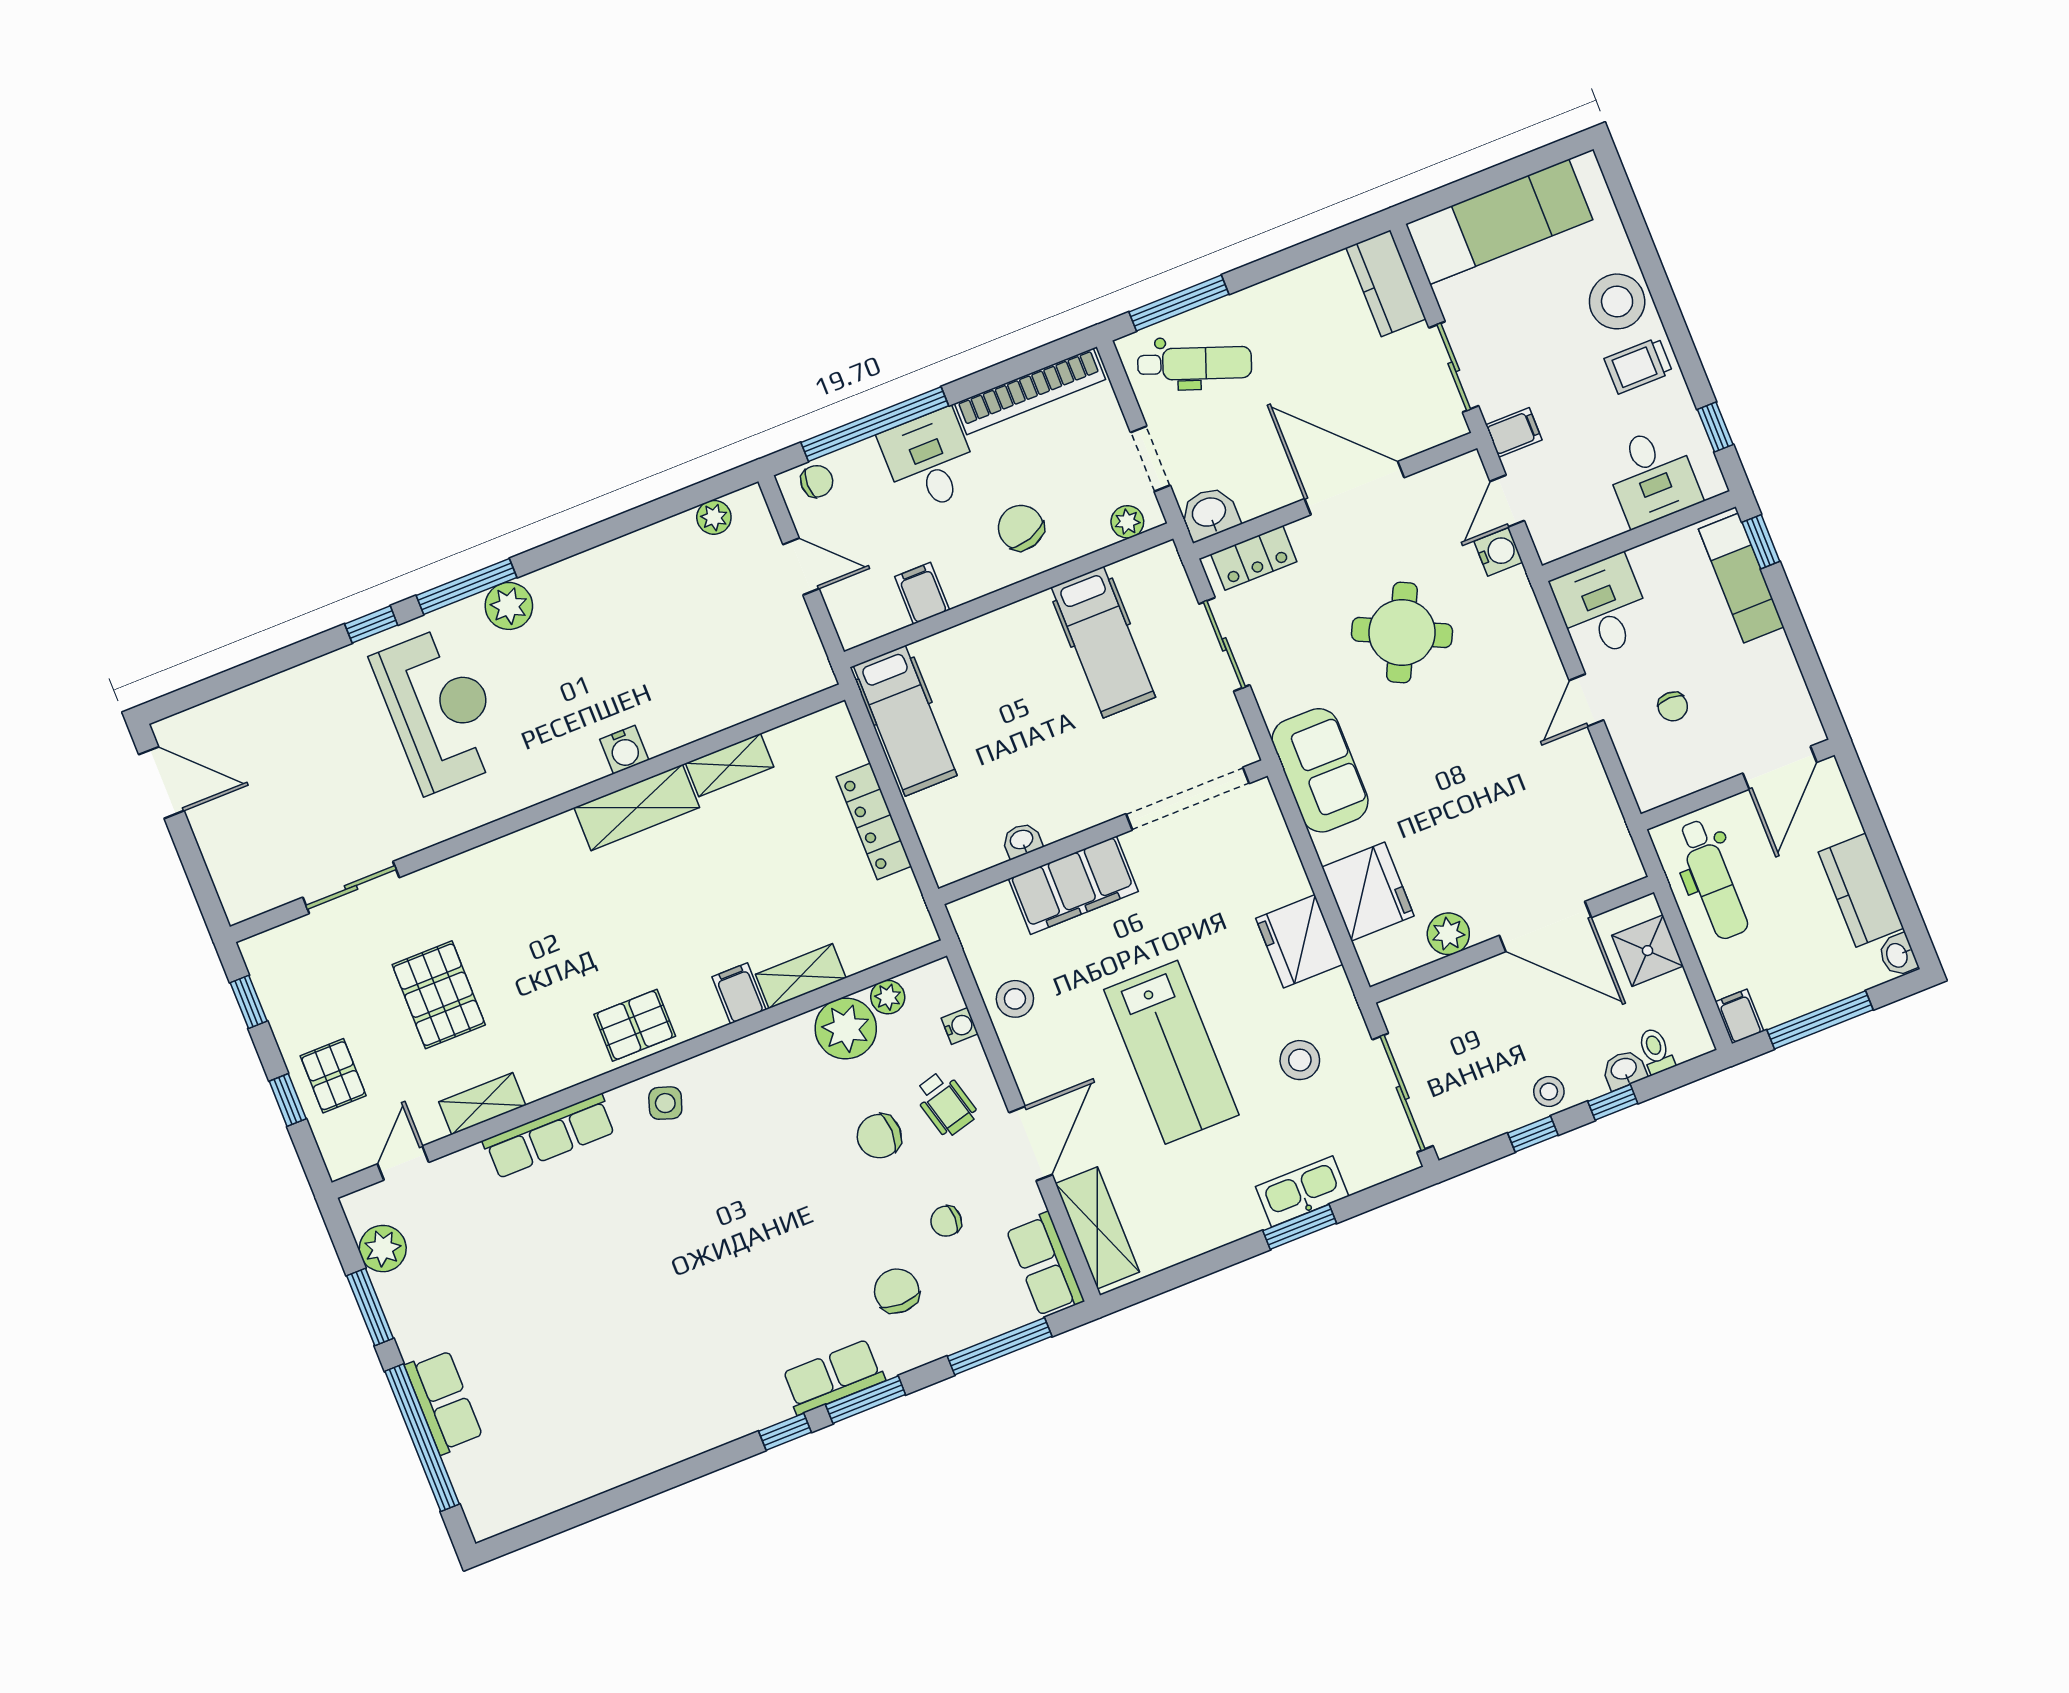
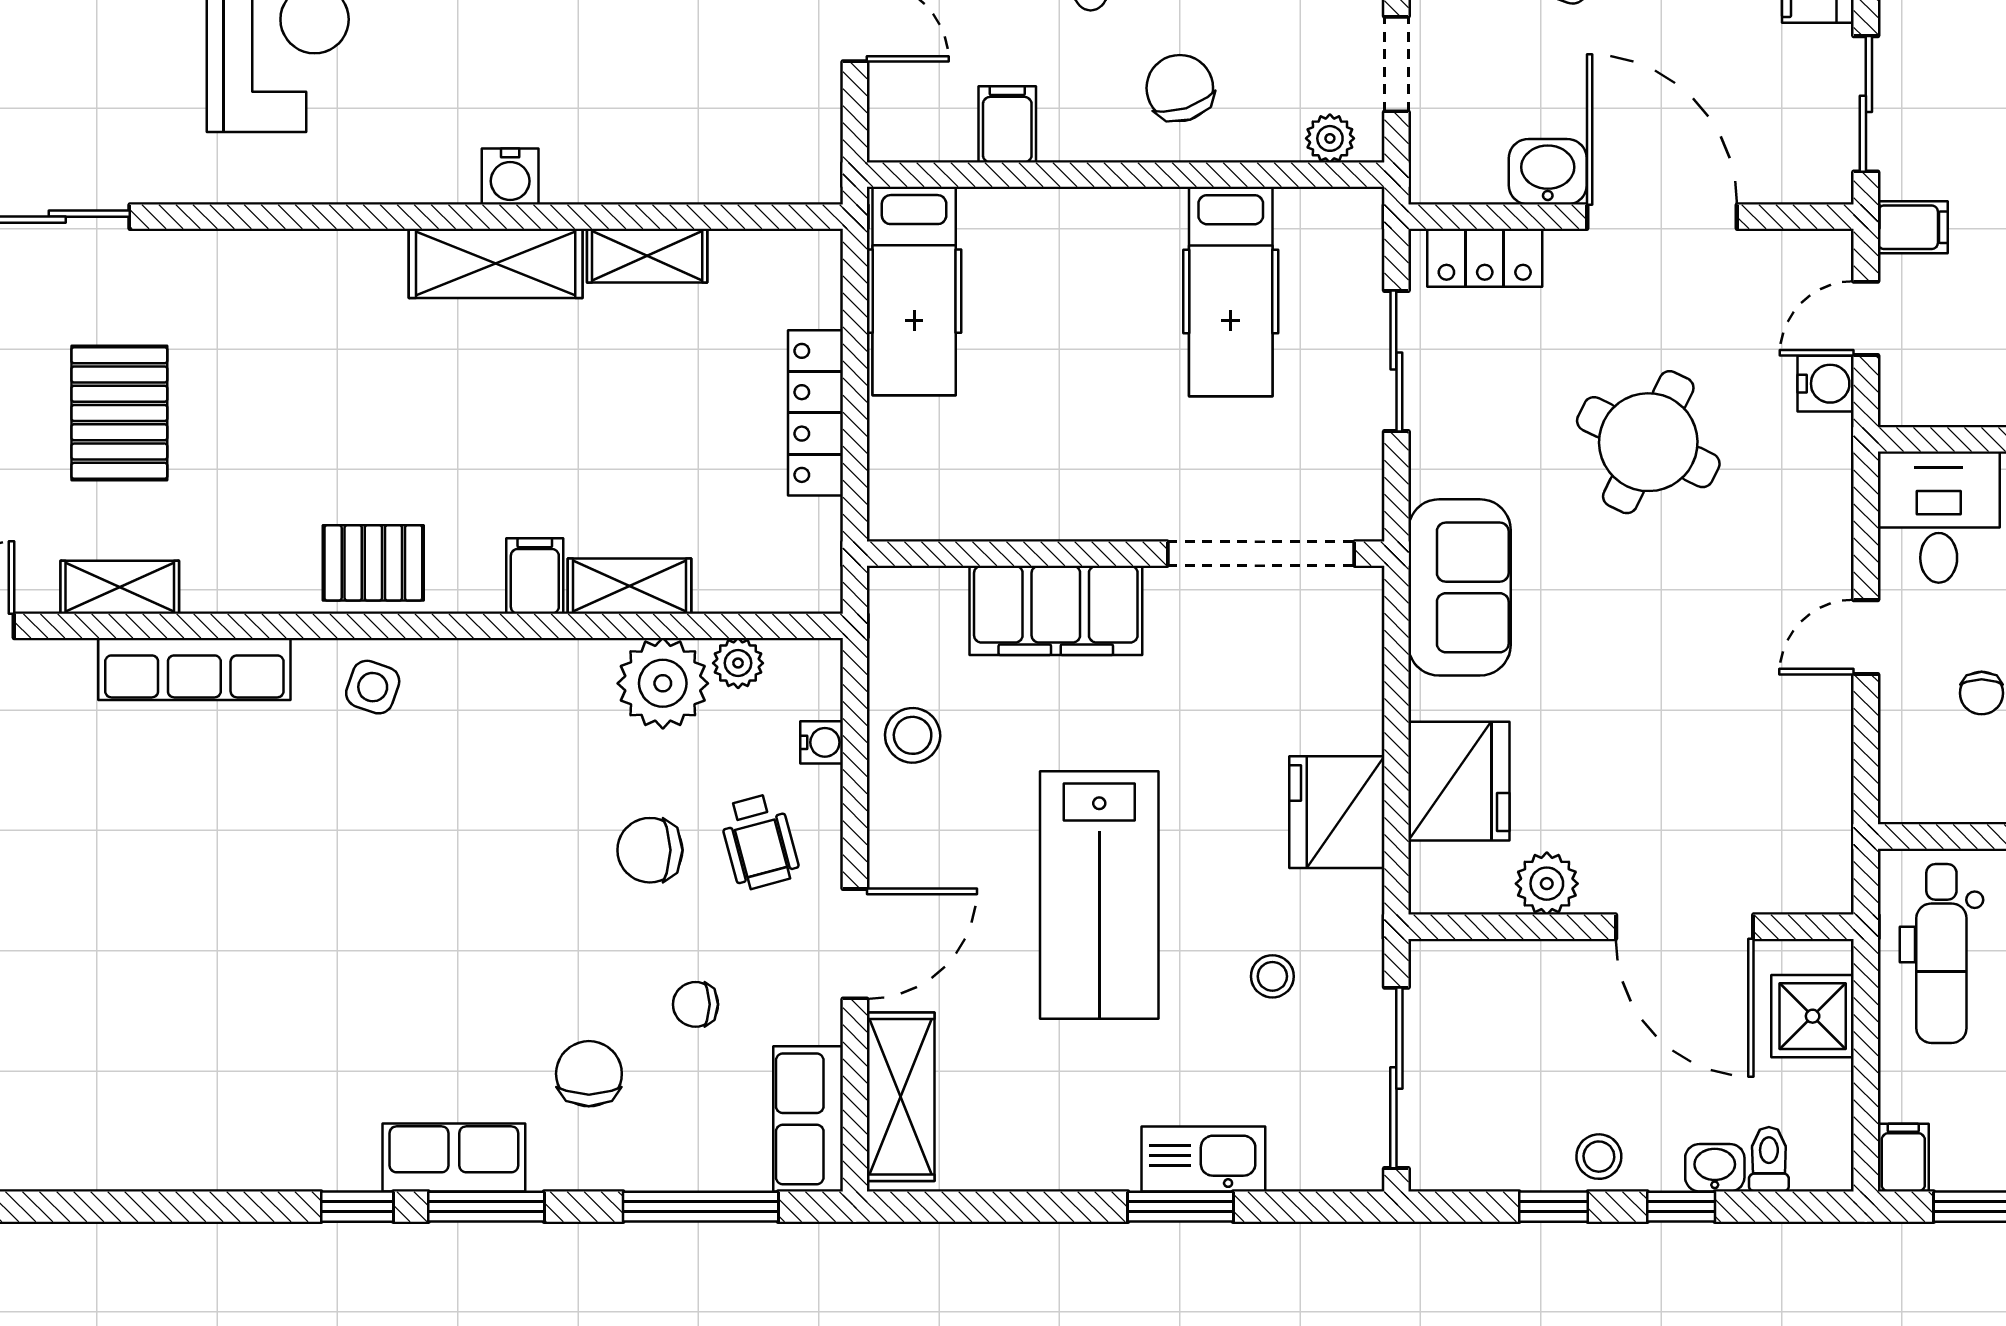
washbasin: (1209, 513) -> (1548, 172), moved
washbasin: (1022, 840) -> (1009, 520), removed
stool: (1300, 1060) -> (1272, 976), width x0.73, depth x0.73

